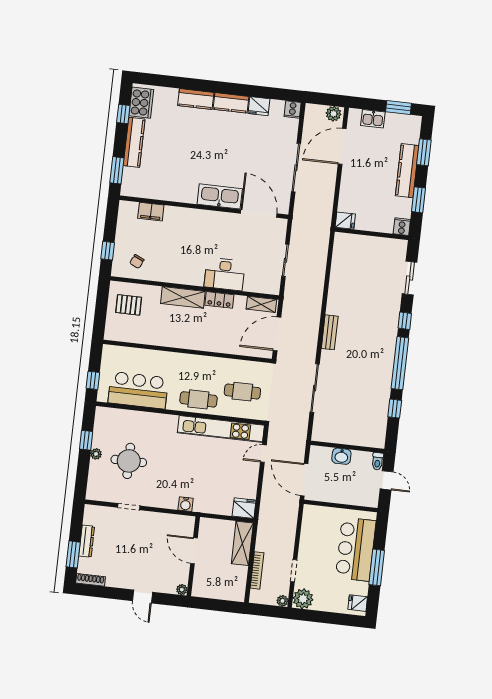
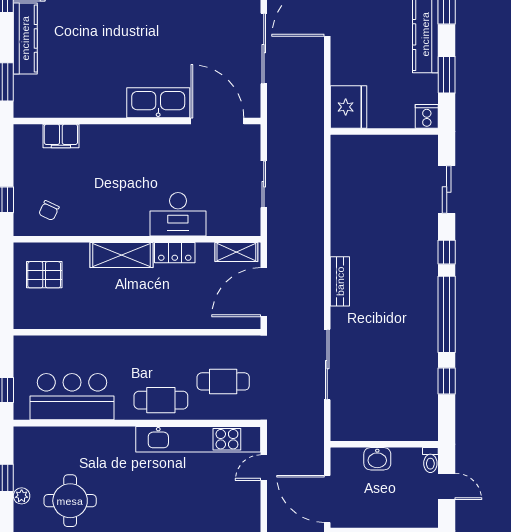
fridge: (345, 221) -> (348, 107), width x1.88, depth x1.34

